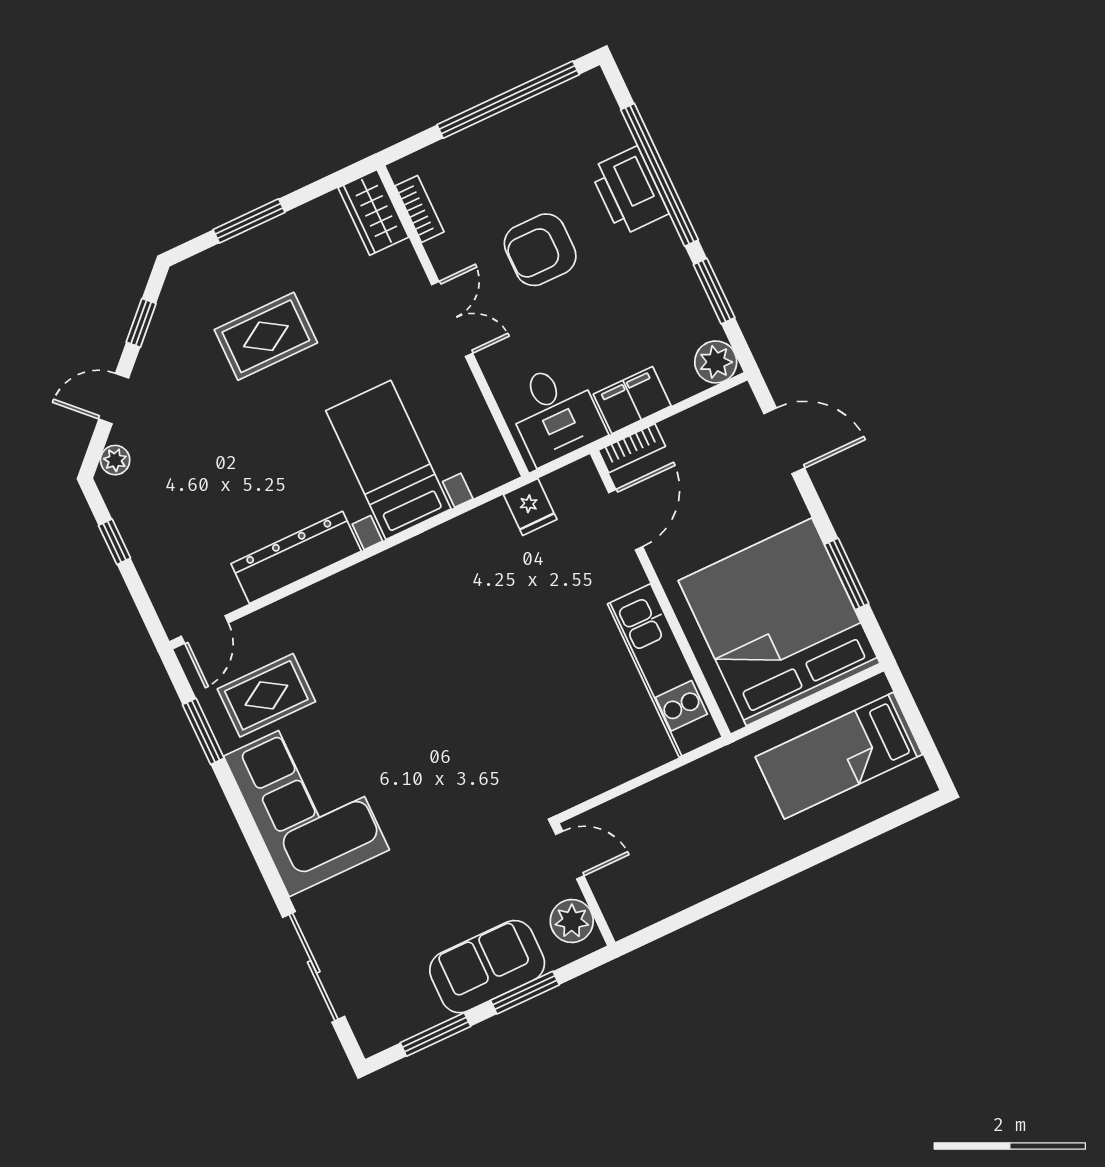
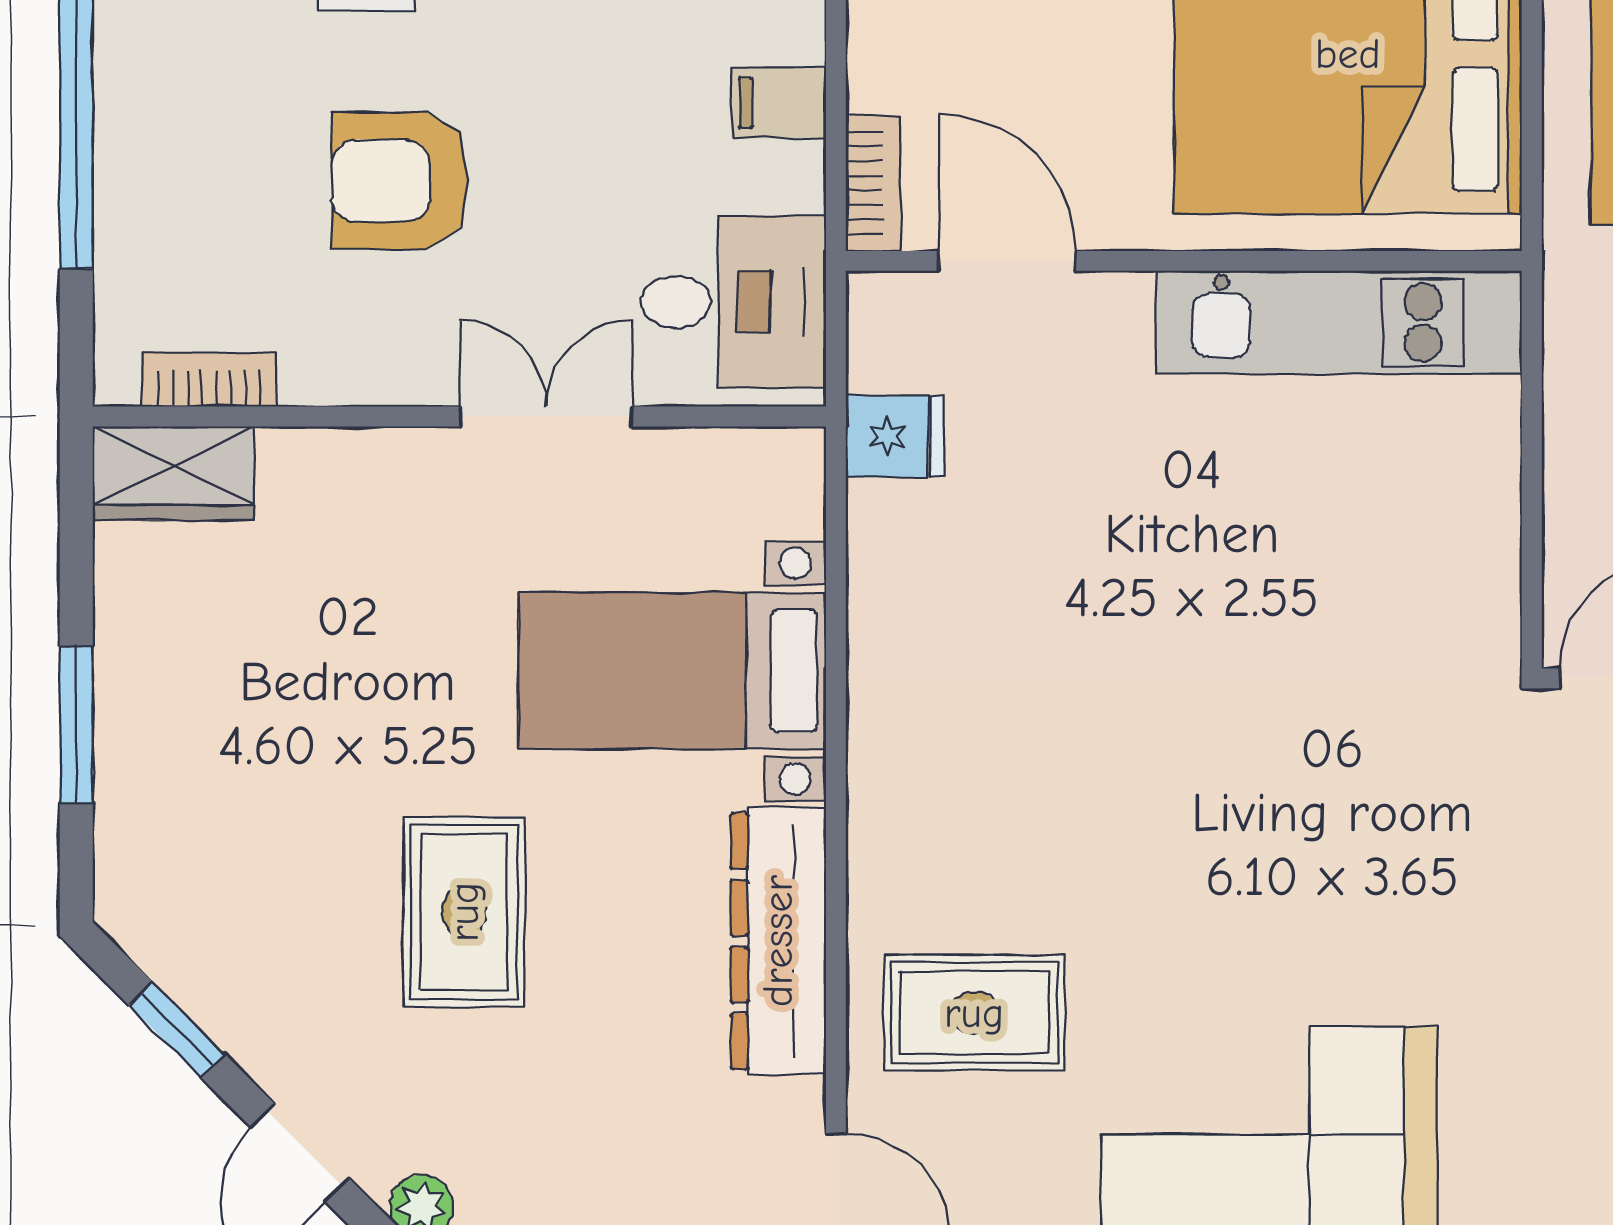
armchair: (540, 250) -> (400, 181), turned 90
double door: (452, 319) -> (546, 416), moved
rug: (266, 336) -> (464, 912), moved
filing cabinet: (632, 400) -> (779, 103), width x0.50
rug: (266, 695) -> (974, 1013), moved, turned 90

